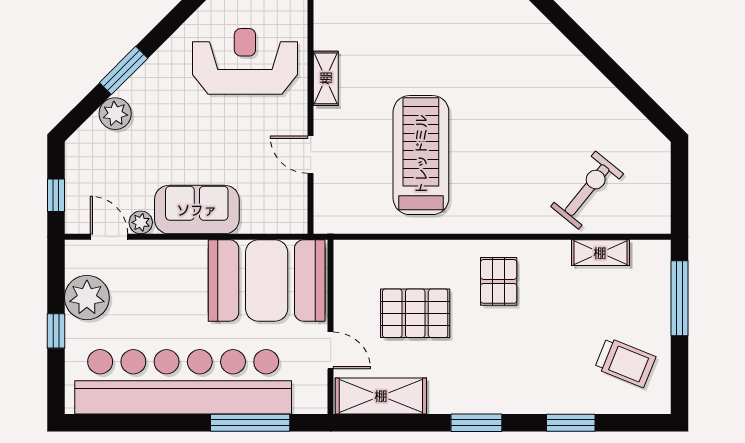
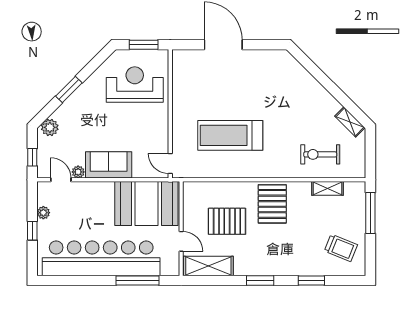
shelving: (326, 78) -> (350, 122), moved, turned -45
plant: (115, 114) -> (50, 127), moved
door: (311, 155) -> (170, 164), moved
treadmill: (421, 155) -> (230, 135), turned -90
exercise bike: (587, 190) -> (320, 154), turned -129
pallet: (499, 281) -> (272, 204), width x1.50, depth x1.42
plant: (87, 298) -> (43, 213), width x0.53, depth x0.53

